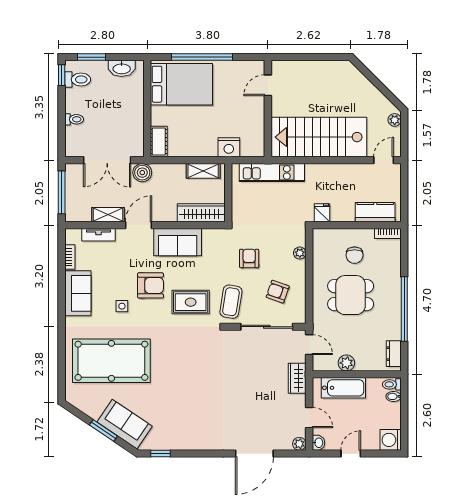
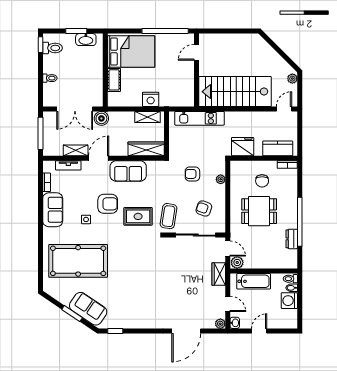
window: (92, 57) -> (76, 31), moved
window: (202, 57) -> (165, 31), moved
cot: (159, 142) -> (114, 80), moved
nightstand: (229, 147) -> (151, 99), moved
fridge: (322, 213) -> (243, 147), width x1.88, depth x1.34
armchair: (249, 258) -> (192, 174), moved, turned -90
dresser: (394, 354) -> (292, 239), moved
plant: (346, 363) -> (237, 262), moved
washing machine: (391, 440) -> (289, 301), moved

